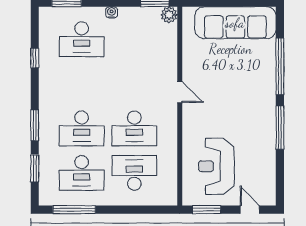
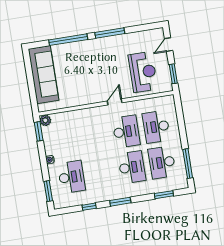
door: (180, 92) -> (115, 102), moved
window: (35, 125) -> (120, 202), moved
reception desk: (216, 166) -> (143, 72), turned -90
desk: (82, 173) -> (162, 162), turned 180

